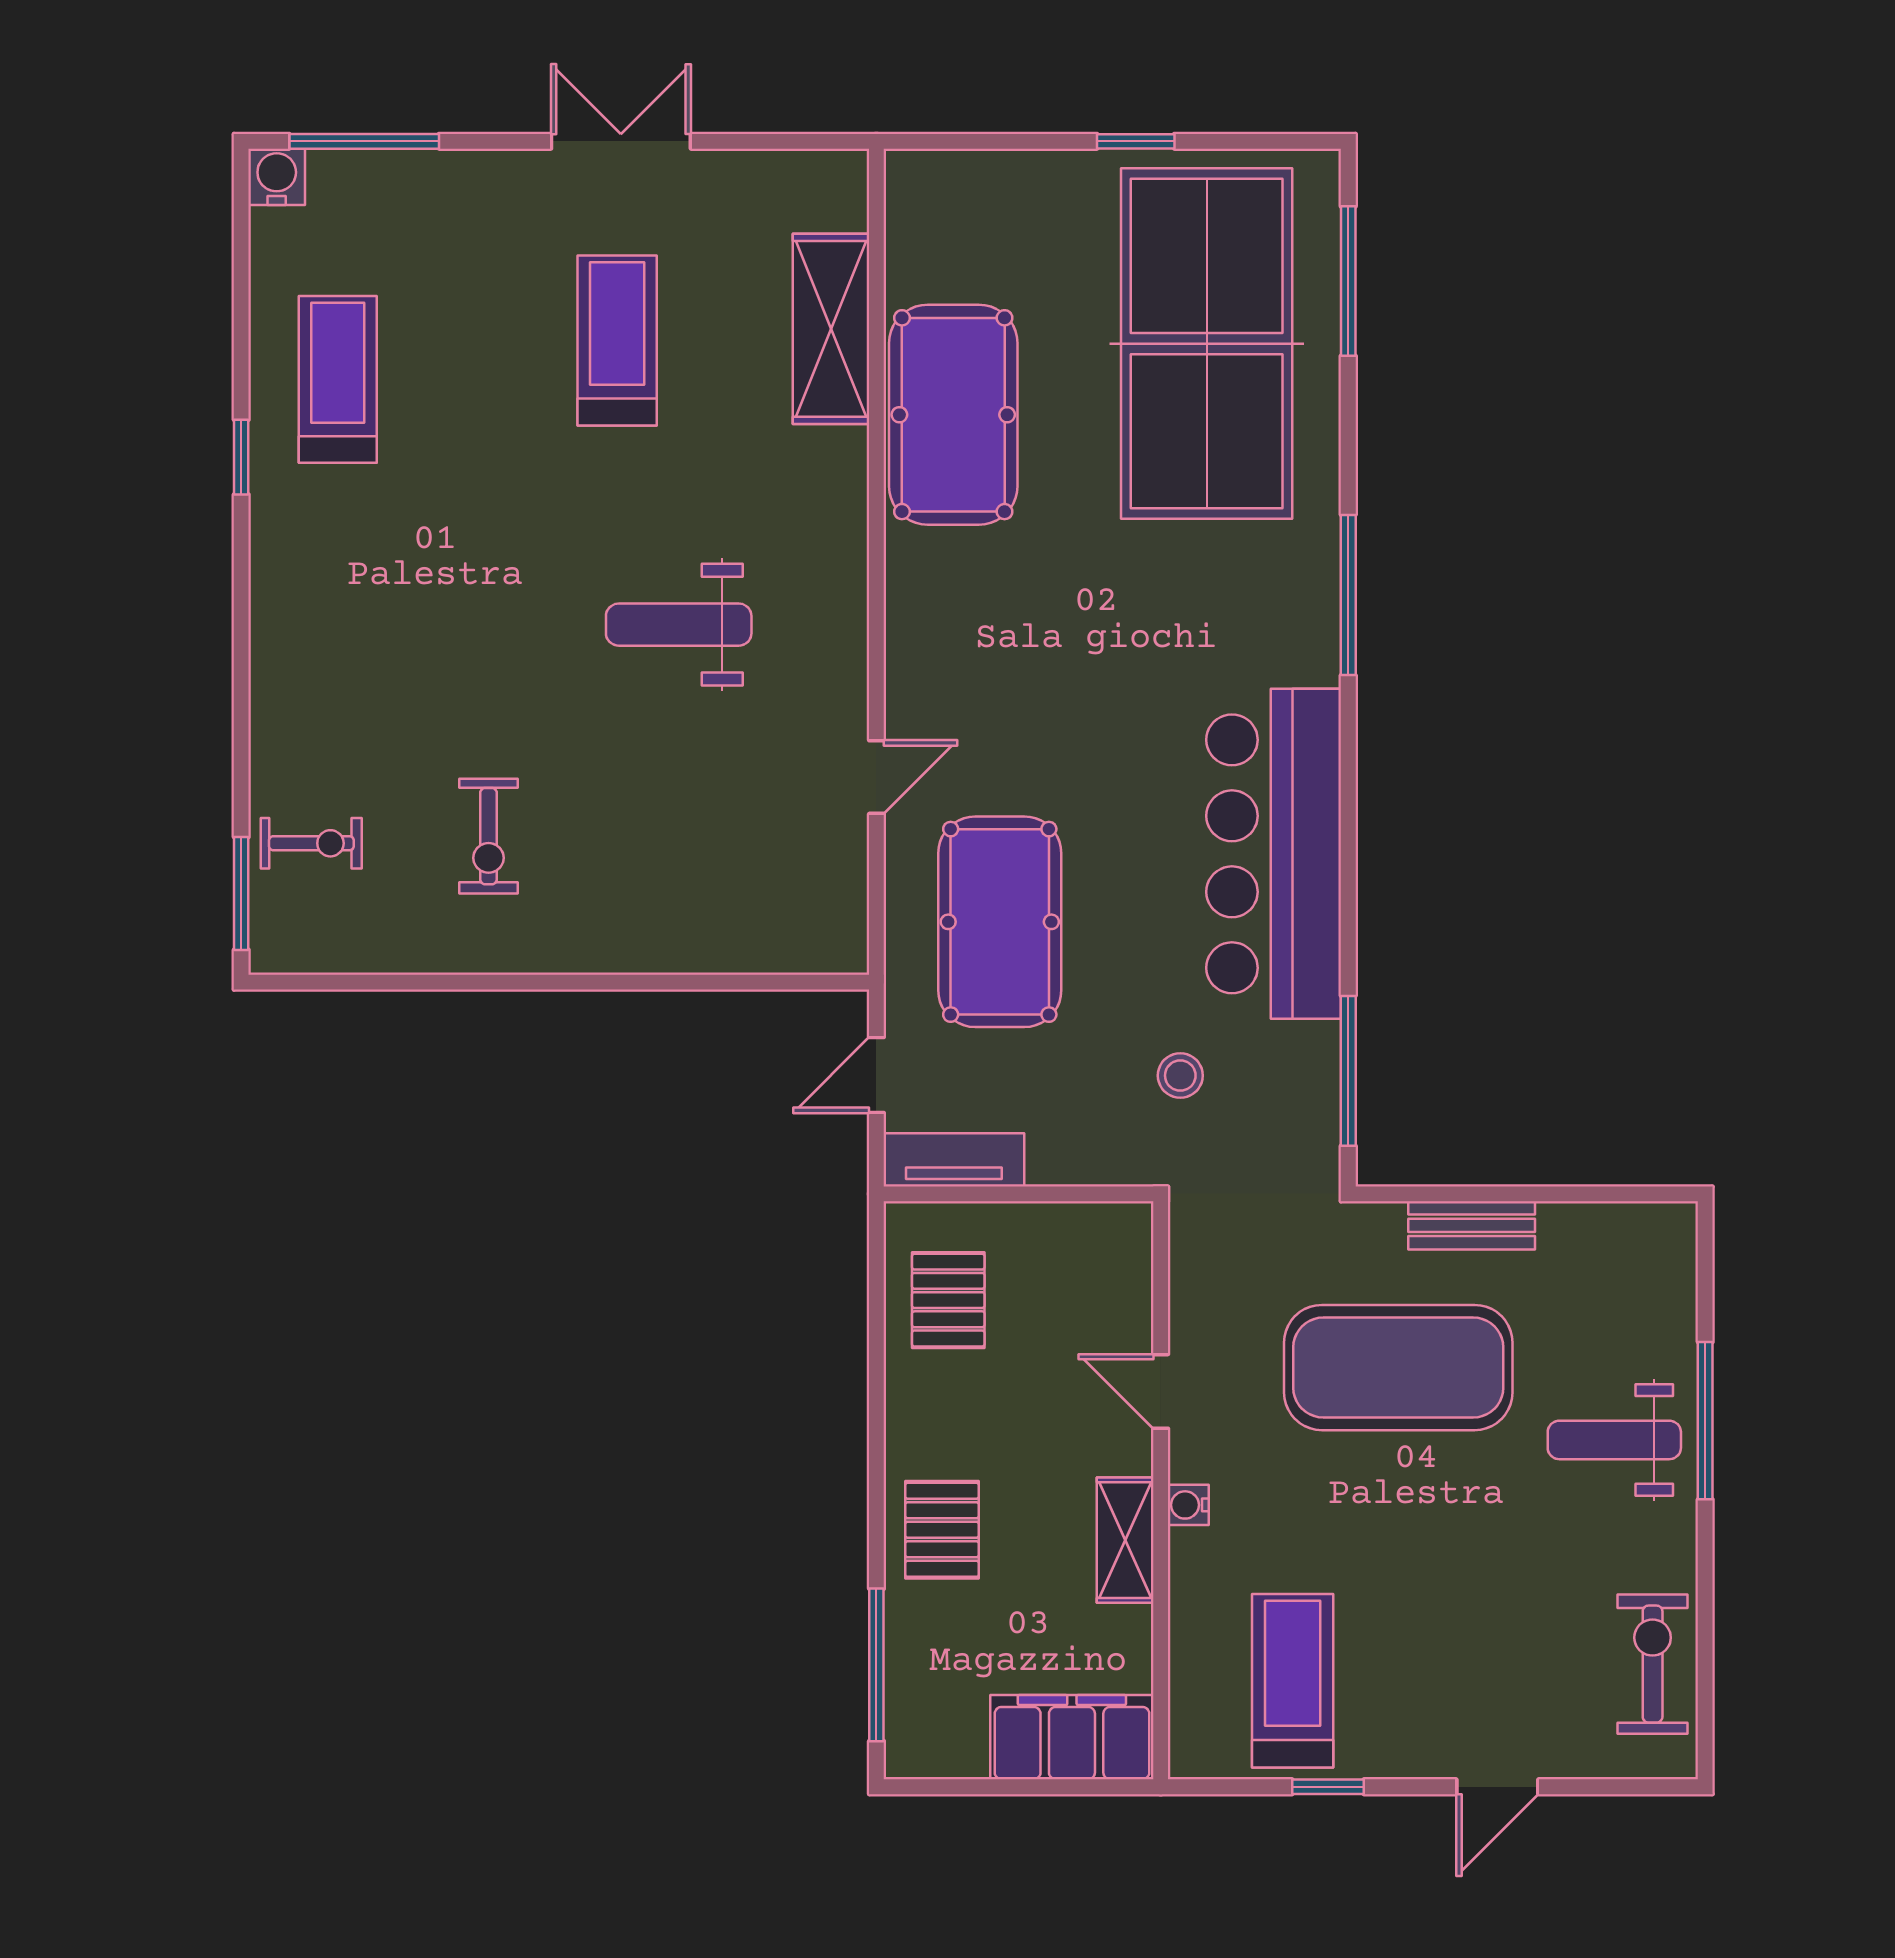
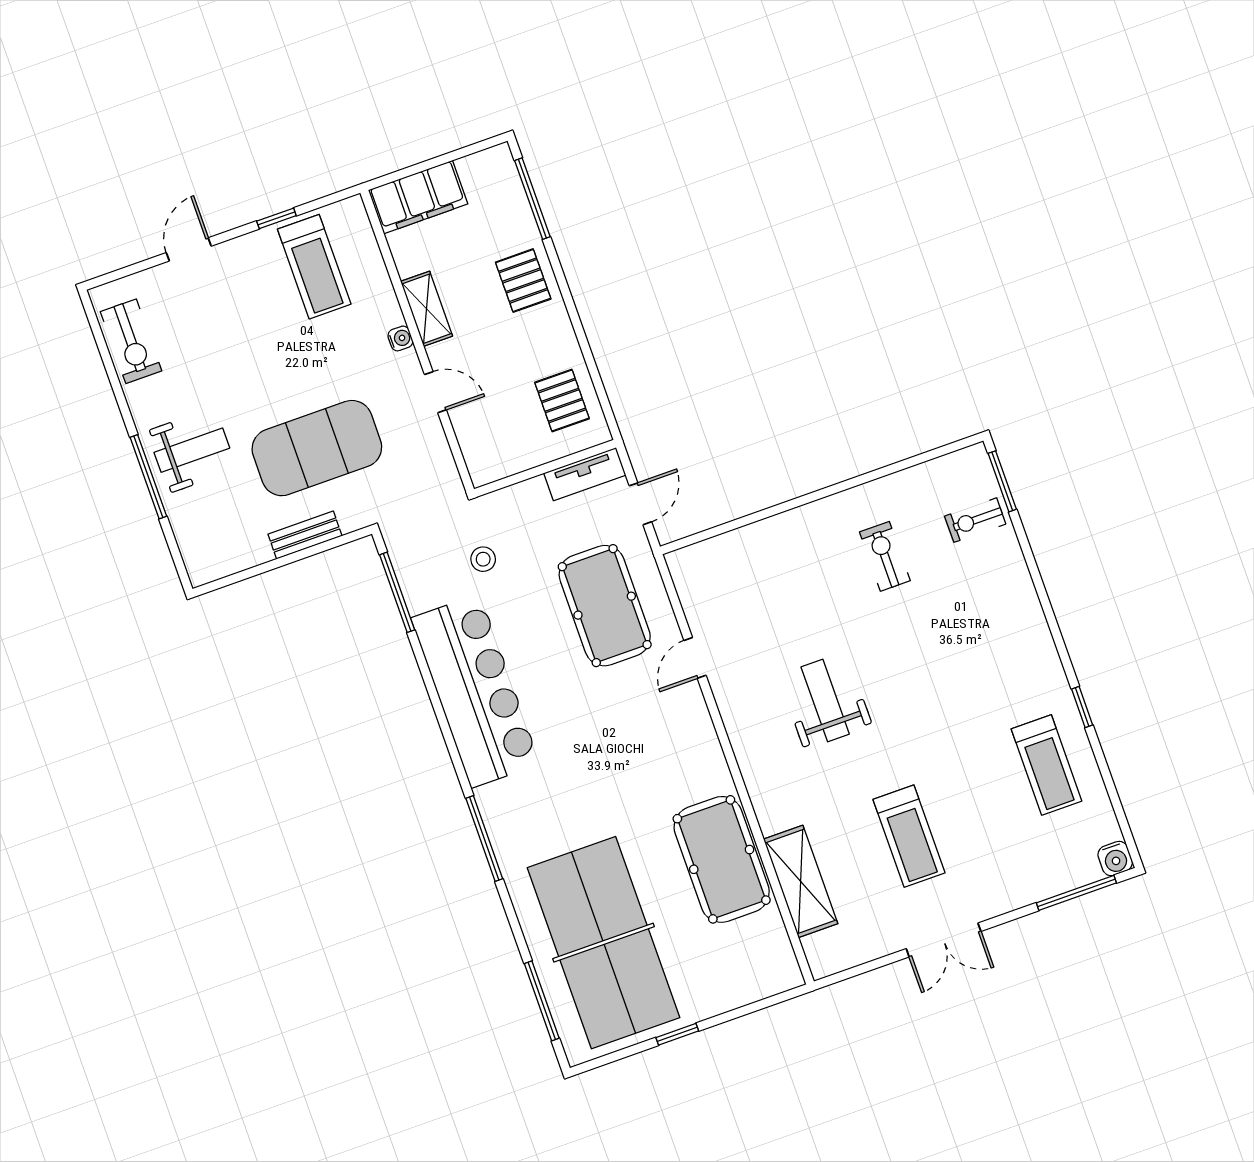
weight bench: (679, 625) -> (825, 701), turned -90

